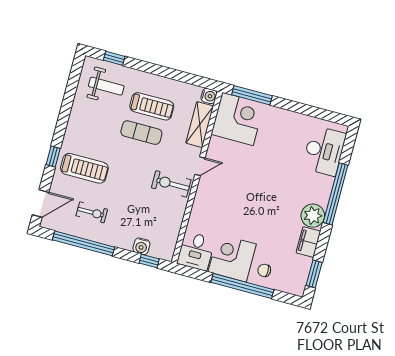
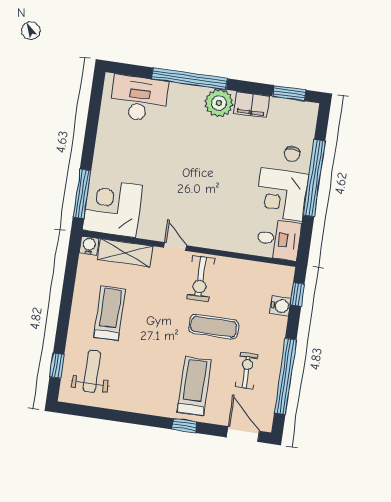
exercise mat: (141, 133) -> (214, 327), moved, turned 90

